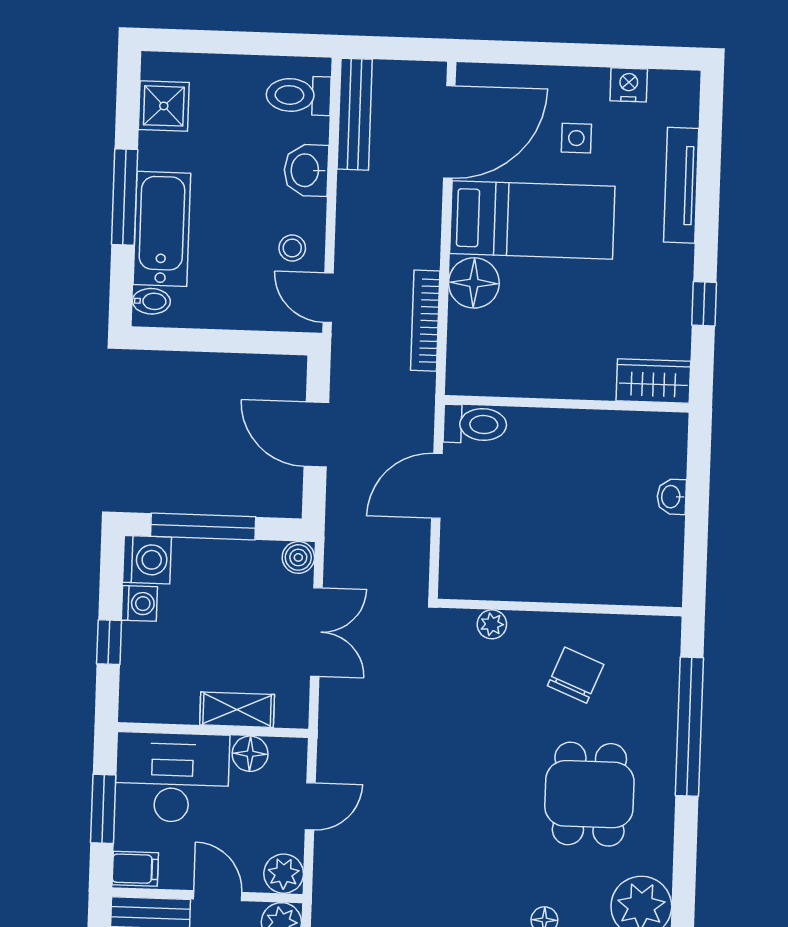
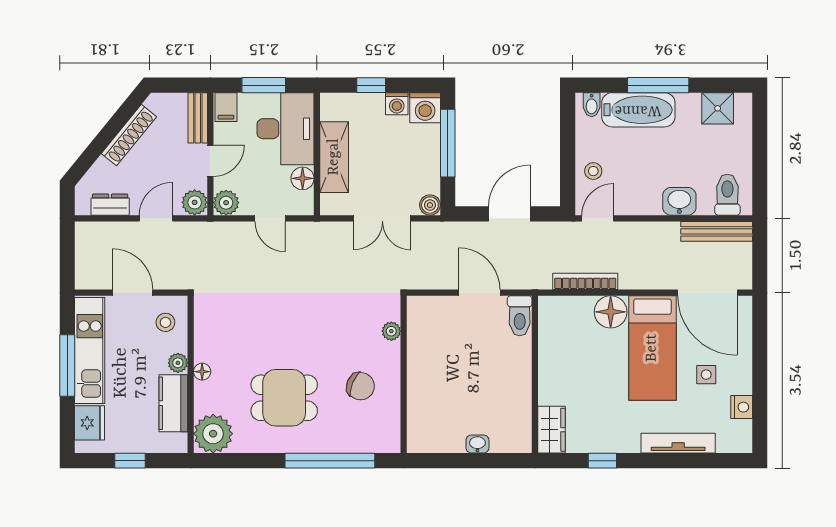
stool: (292, 248) -> (593, 171), moved
shelving: (237, 710) -> (334, 157), width x1.50, depth x1.33

